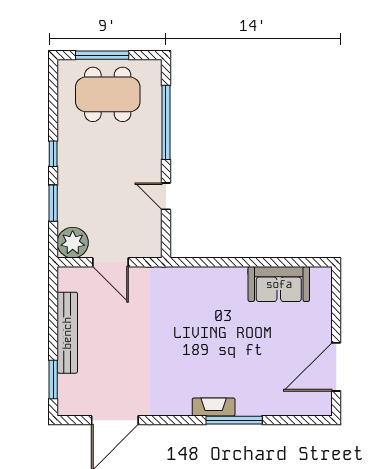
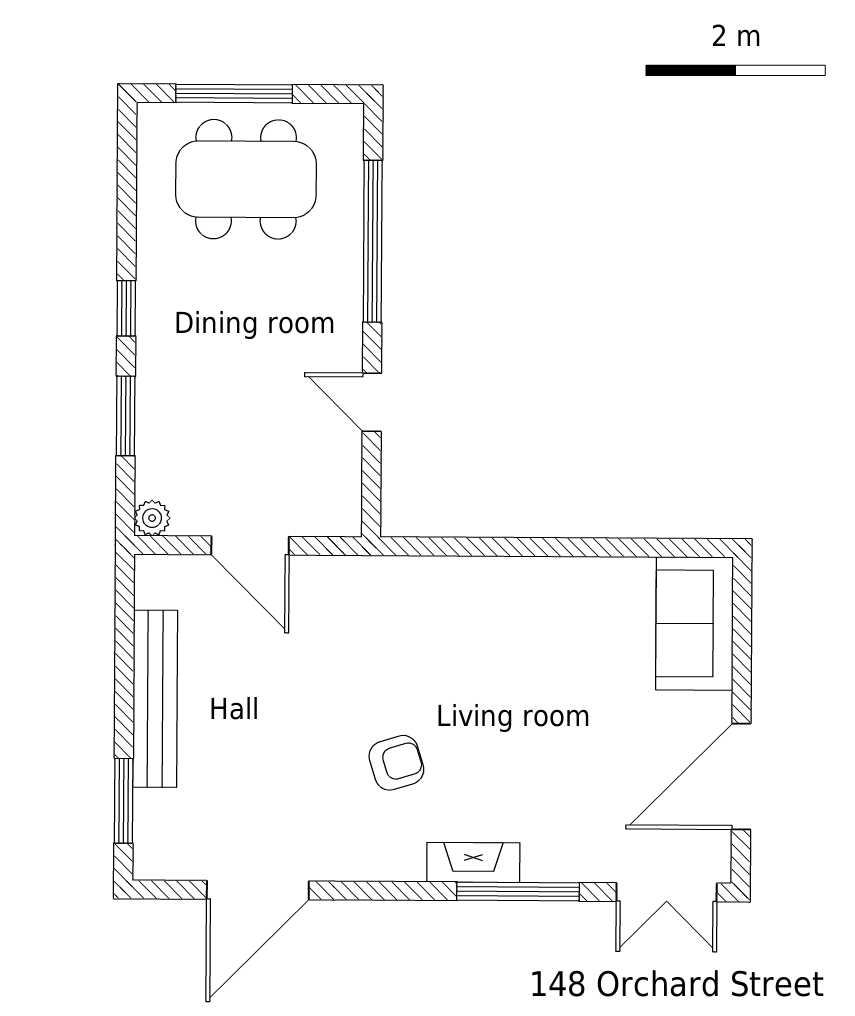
plant: (73, 243) -> (152, 518), width x0.53, depth x0.53
sofa: (279, 284) -> (695, 623), moved, turned 90
armchair: (178, 361) -> (396, 763), added
double door: (302, 420) -> (667, 892), added

